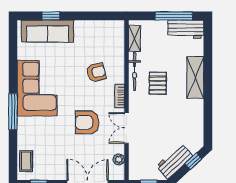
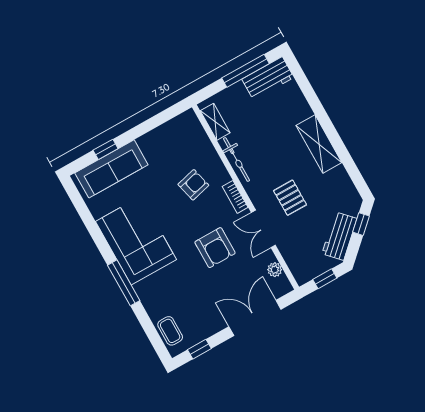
shelving: (195, 77) -> (319, 144), moved
pallet: (158, 83) -> (290, 198), moved
armchair: (87, 122) -> (215, 248), turned -90

